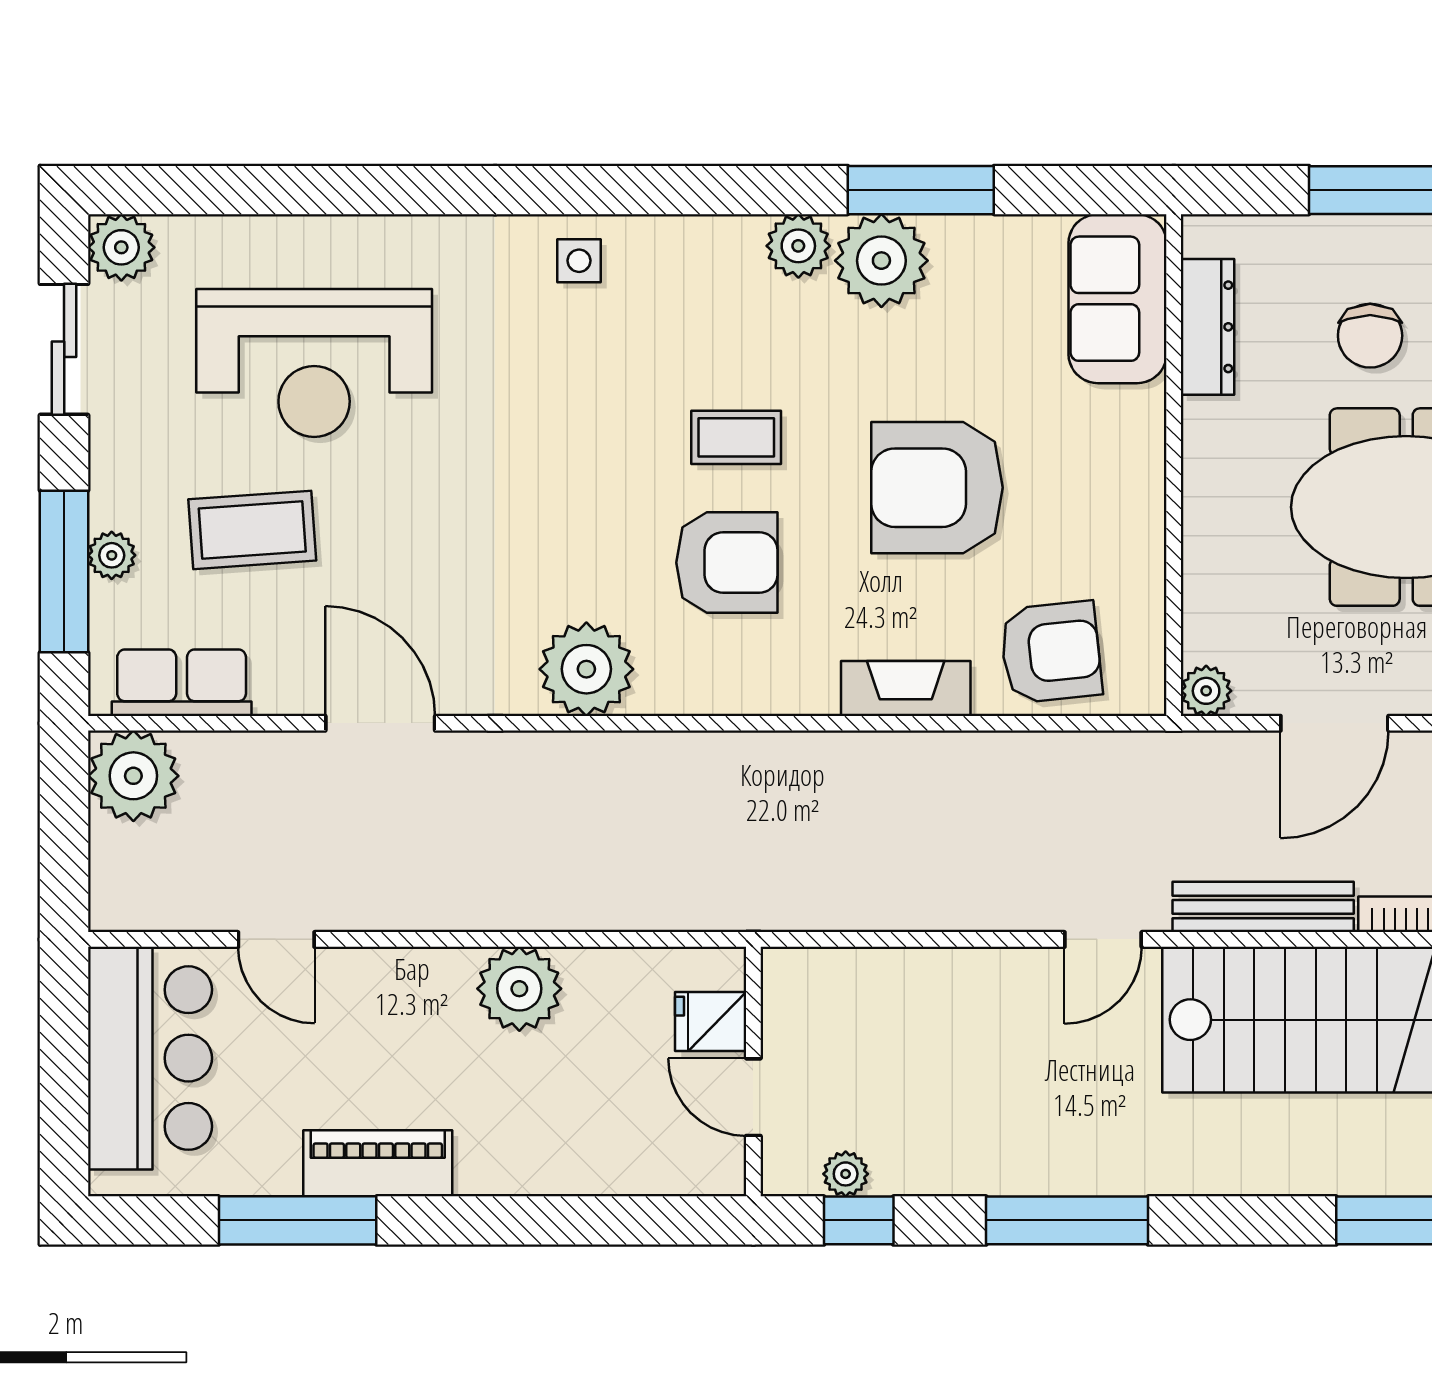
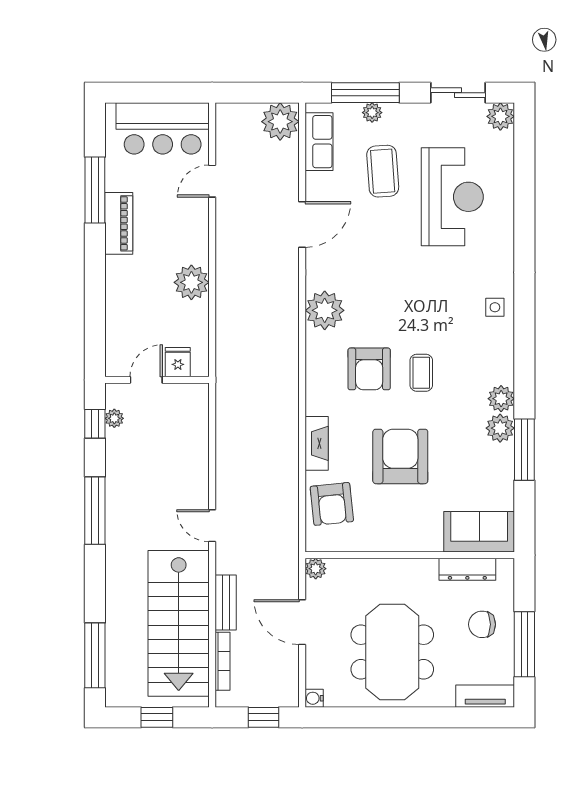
plant: (881, 261) -> (500, 428), width x0.73, depth x0.73
chair: (1370, 336) -> (482, 624), moved
reception desk: (314, 363) -> (452, 197), turned 180
bench: (1263, 907) -> (226, 602), width x0.73

